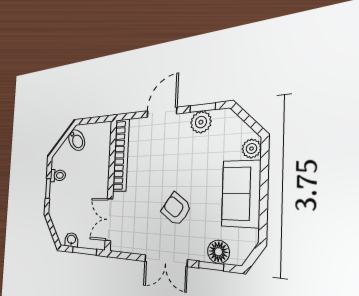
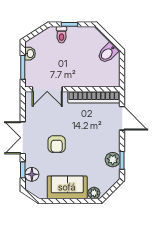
door: (162, 112) -> (122, 118), moved
toilet: (58, 175) -> (62, 35), moved
armchair: (176, 209) -> (57, 144), turned 144
double door: (109, 220) -> (47, 89), swing flipped

